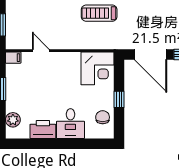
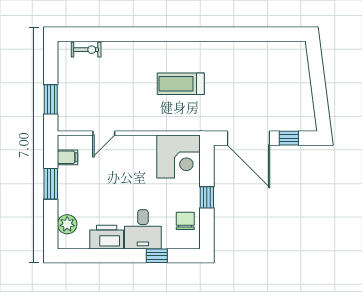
door: (41, 51) -> (104, 133), swing flipped
filing cabinet: (13, 58) -> (67, 157), moved
window: (81, 144) -> (157, 256), added

